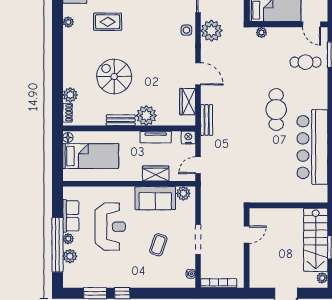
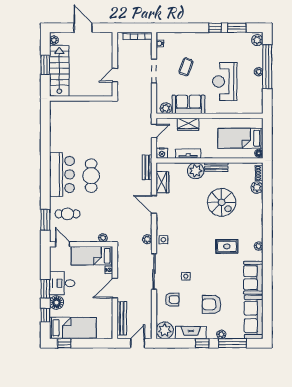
plant: (211, 31) -> (147, 239), width x0.53, depth x0.53
bar counter: (312, 147) -> (62, 174), moved, width x0.73
row of seats: (71, 216) -> (256, 90), removed
plant: (70, 256) -> (257, 40), moved

